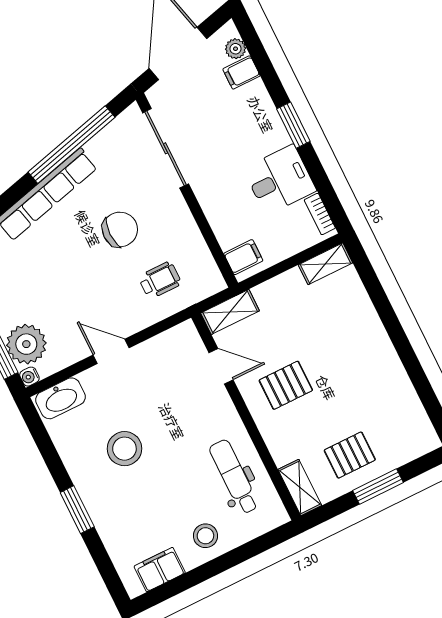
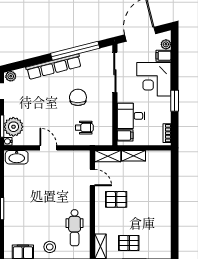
corner desk: (245, 125) -> (154, 79), added
window: (293, 125) -> (175, 101), moved
desk: (280, 180) -> (131, 116), moved, turned 180
chair: (120, 229) -> (78, 97), turned -90
shelving: (325, 264) -> (134, 156), moved
stool: (124, 449) -> (33, 192), removed
dental chair: (234, 477) -> (75, 228), turned 180

